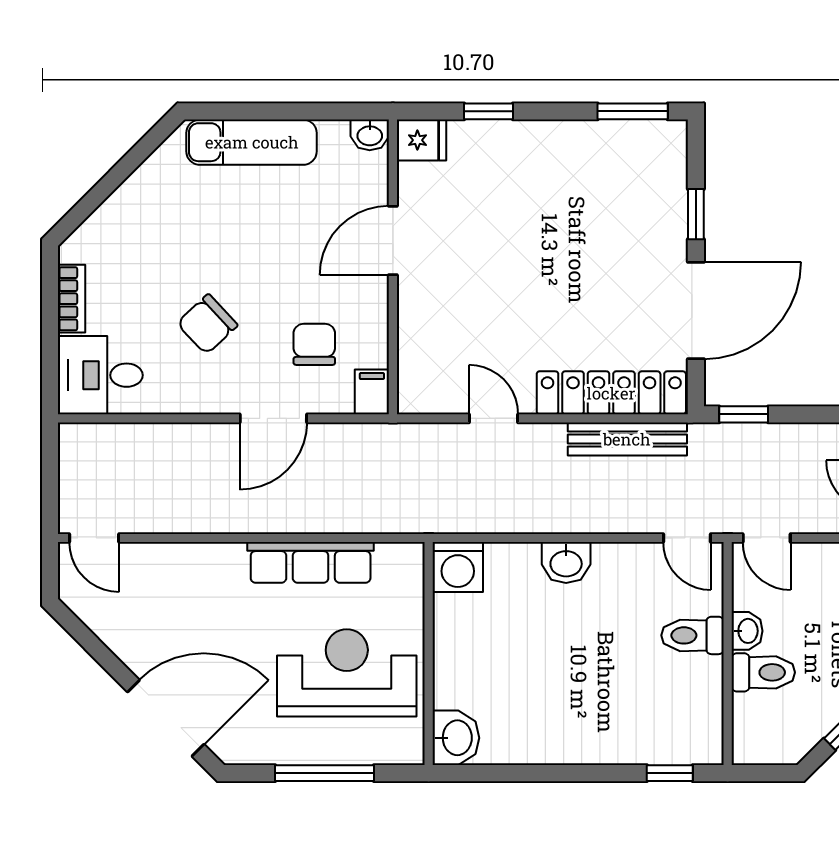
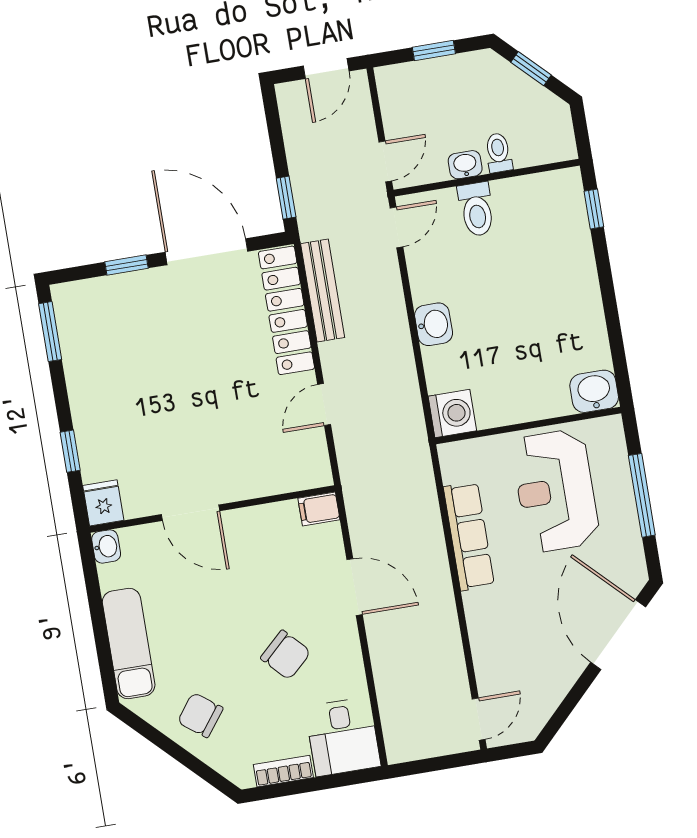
chair: (314, 344) -> (200, 715), moved, turned 37
toilet: (763, 672) -> (498, 153), width x0.73, depth x0.72

